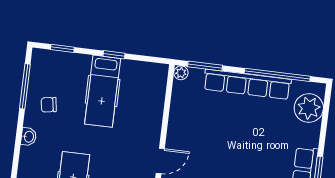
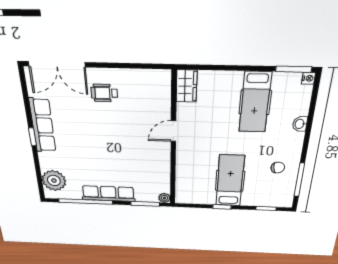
row of seats: (247, 84) -> (108, 194), width x0.73
washbasin: (29, 137) -> (300, 124), moved

